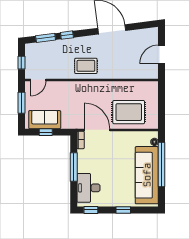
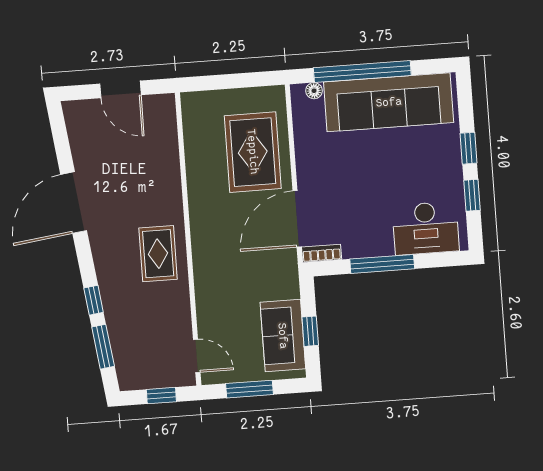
window: (91, 210) -> (472, 195), moved

